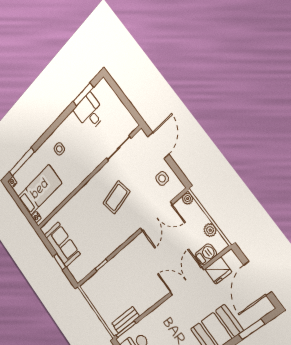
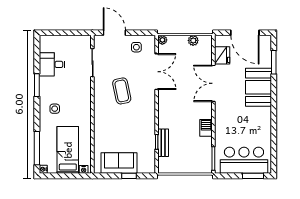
window: (83, 95) -> (37, 85), moved
barbecue: (206, 254) -> (206, 128), moved
bench: (125, 320) -> (163, 143), moved

